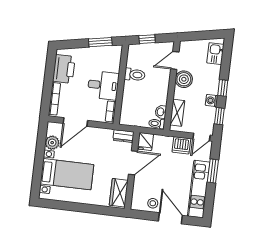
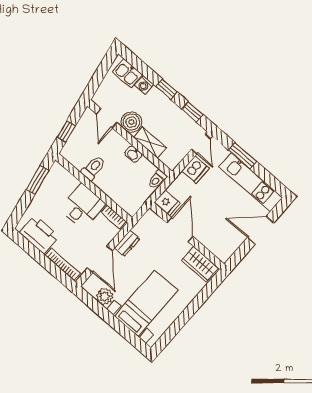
washing machine: (212, 100) -> (144, 85), moved
washbasin: (161, 112) -> (133, 154), moved
shelving: (177, 113) -> (150, 142), moved
dresser: (123, 136) -> (127, 243), moved
stool: (153, 203) -> (234, 238), removed

